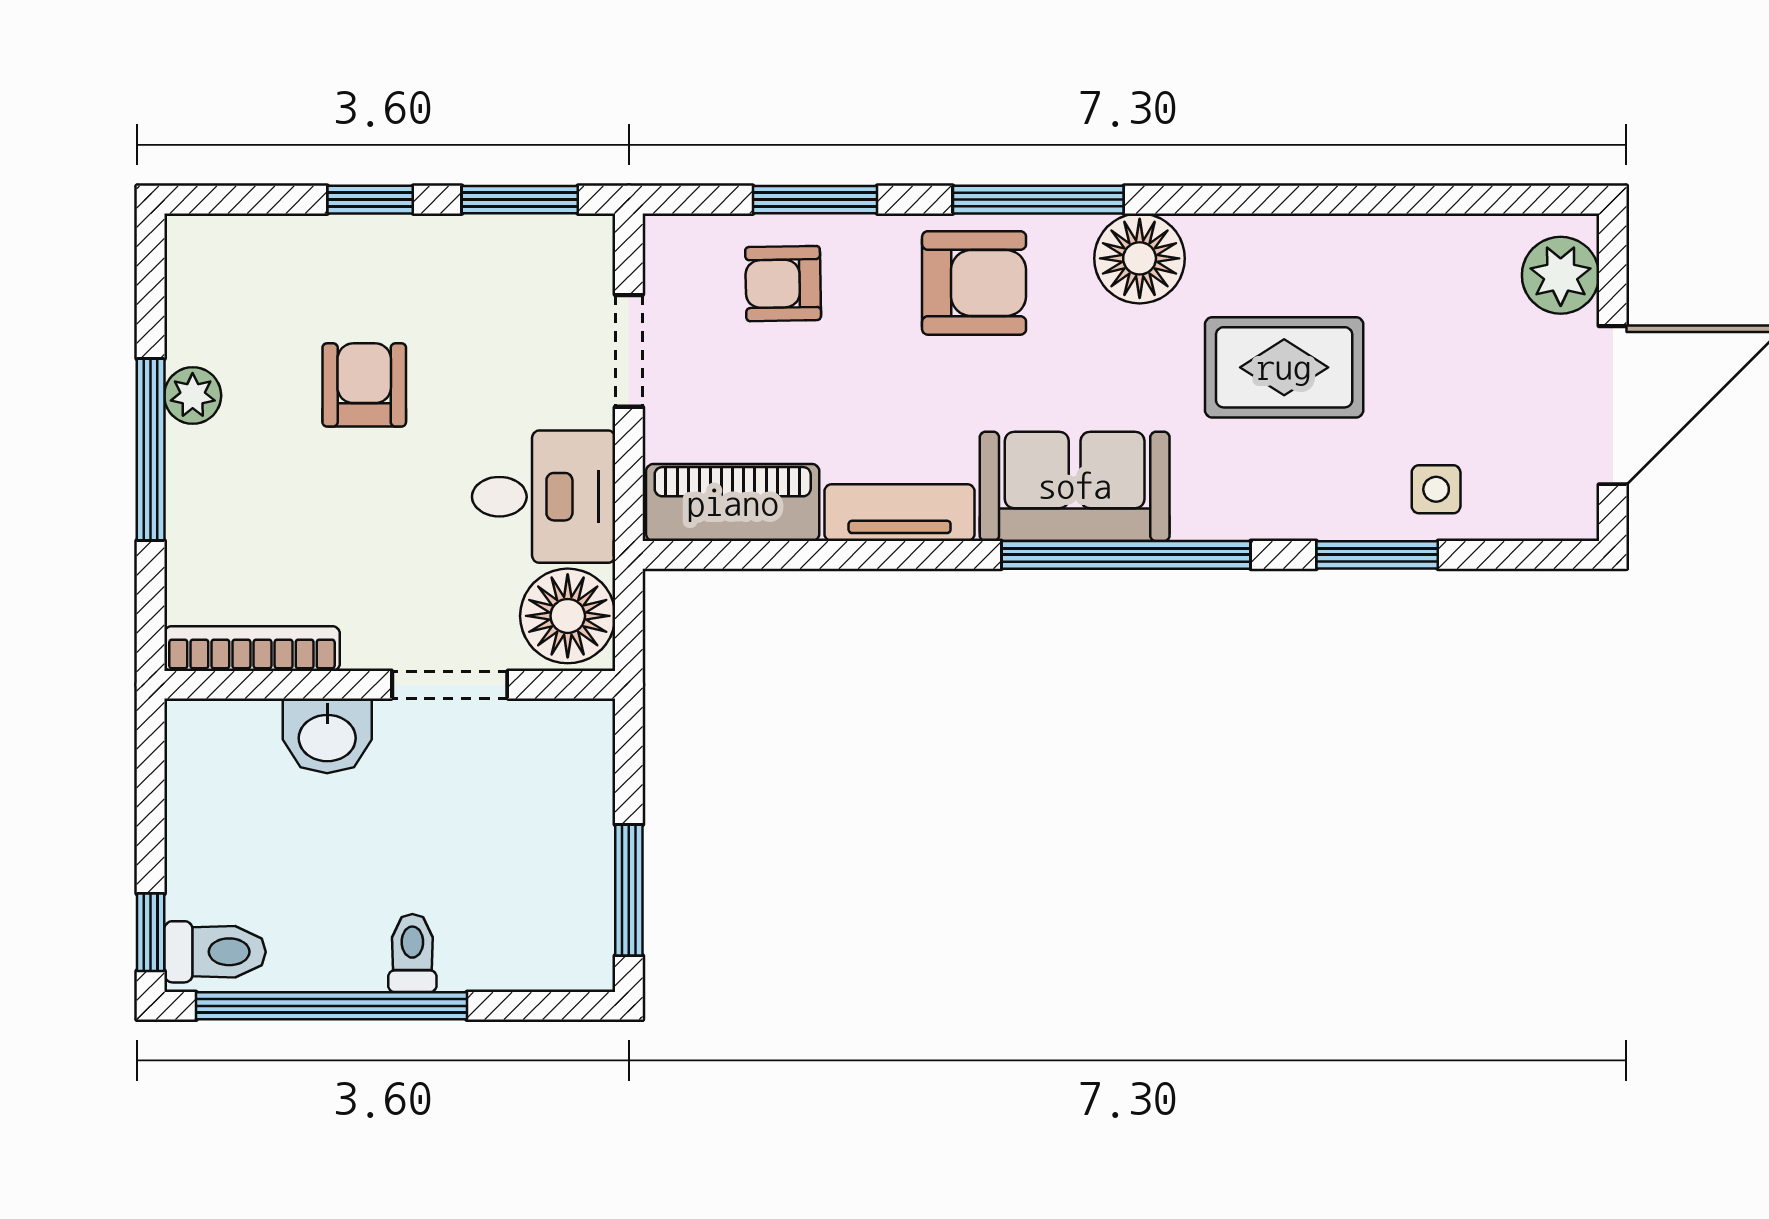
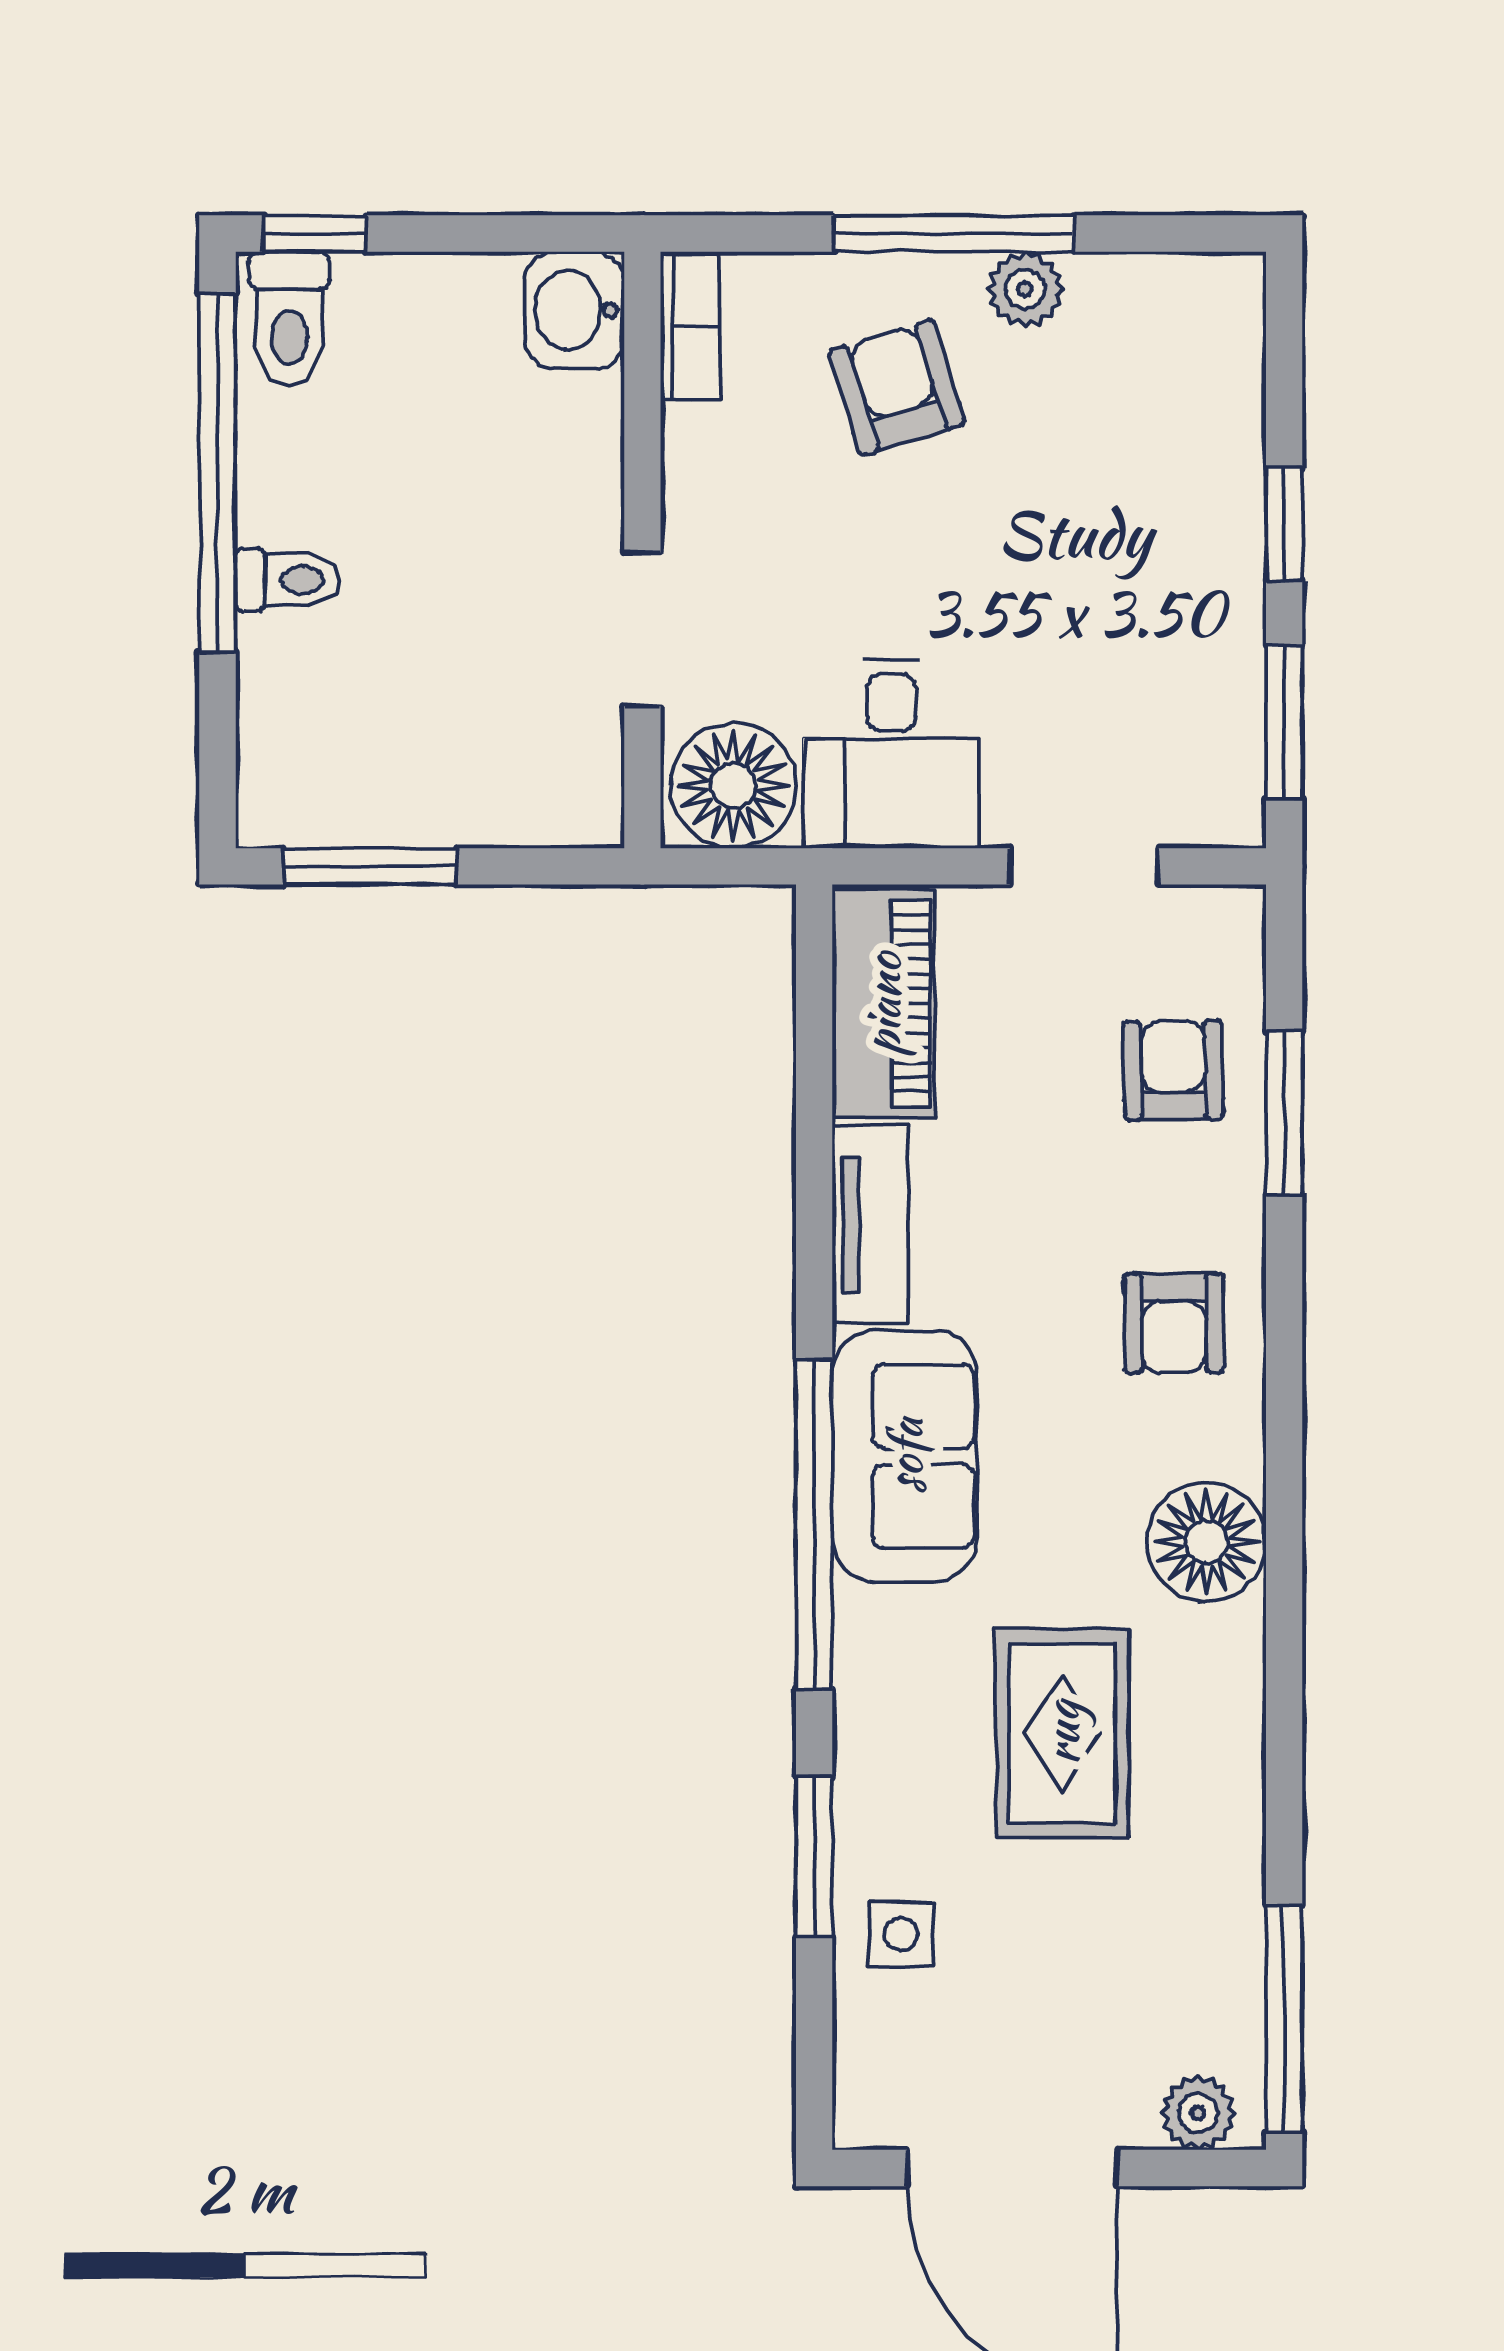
window: (1038, 200) -> (1284, 2019), moved
plant: (1561, 275) -> (1198, 2113), width x0.73, depth x0.73
armchair: (974, 283) -> (1174, 1323), width x0.72, depth x0.72
armchair: (364, 385) -> (897, 387), moved, turned -107
bookcase: (252, 649) -> (690, 326), width x0.64
washbasin: (327, 736) -> (575, 310), moved

